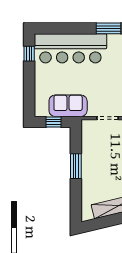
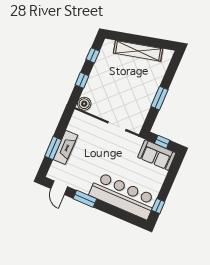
sofa: (68, 106) -> (157, 155), moved

